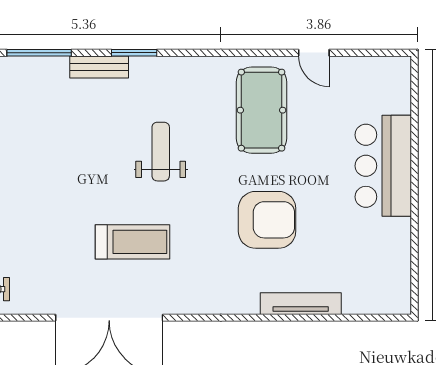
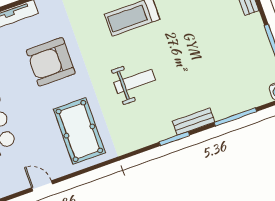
door: (314, 53) -> (42, 186), moved
weight bench: (161, 152) -> (135, 81), turned -90

